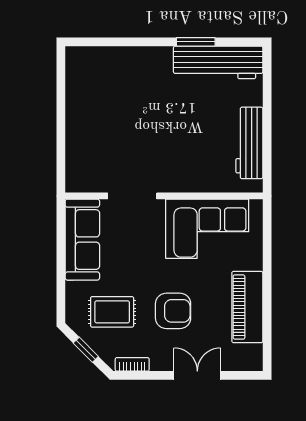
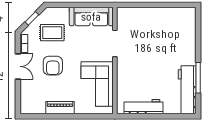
window: (196, 42) -> (198, 78), width x1.44
piano: (247, 307) -> (60, 108), width x0.73, depth x0.75
rug: (112, 312) -> (52, 33), turned 90
double door: (197, 375) -> (18, 66), moved

